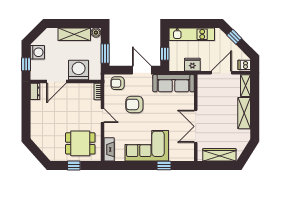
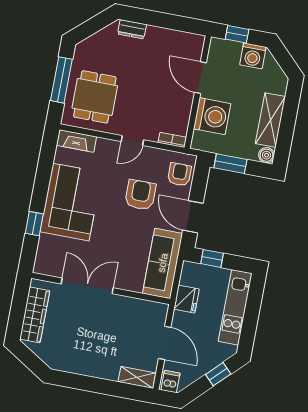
door: (142, 70) -> (193, 217), swing flipped
dresser: (35, 91) -> (132, 29), moved
shelving: (244, 113) -> (94, 367), removed
window: (74, 166) -> (61, 80), width x2.17

